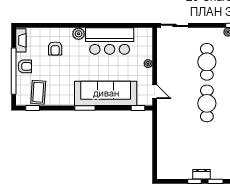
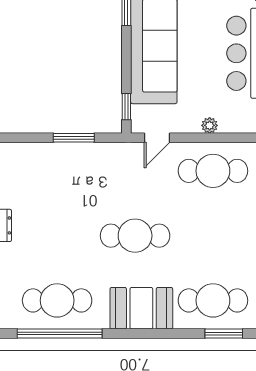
cafe table: (207, 62) -> (213, 171), moved
window: (155, 136) -> (74, 138), added

